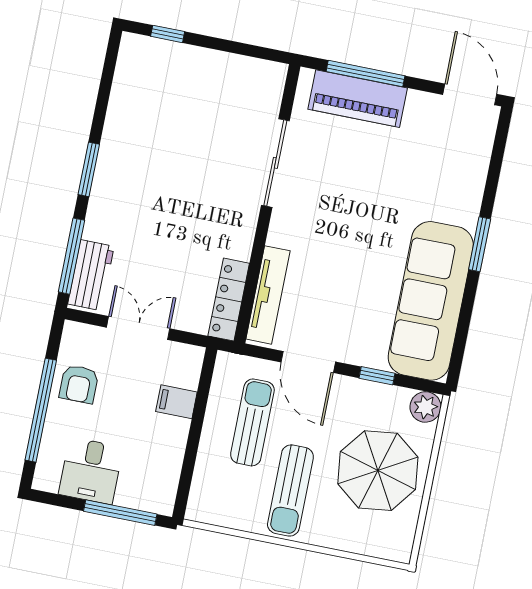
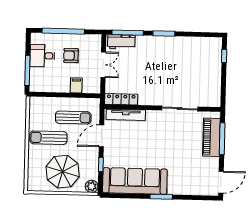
armchair: (79, 384) -> (71, 56), moved

